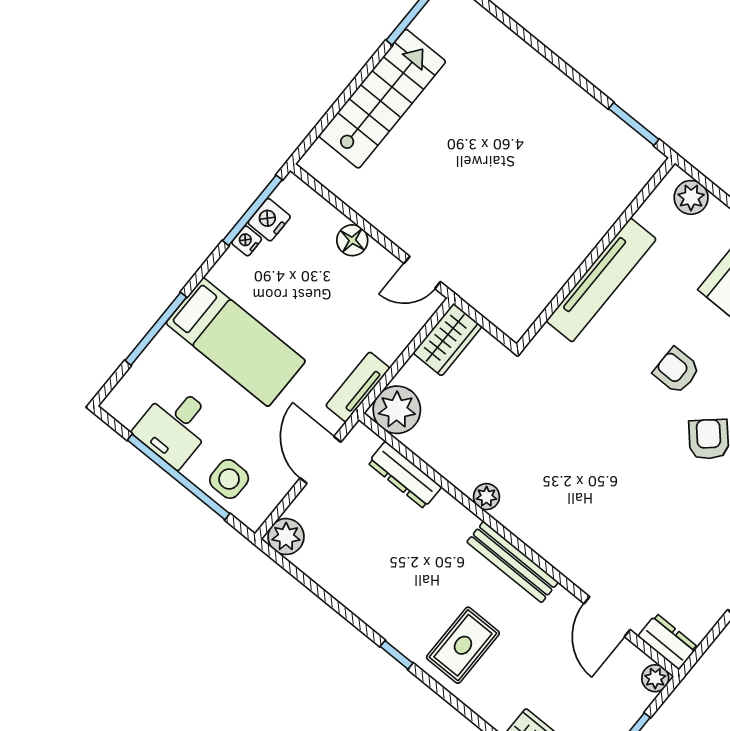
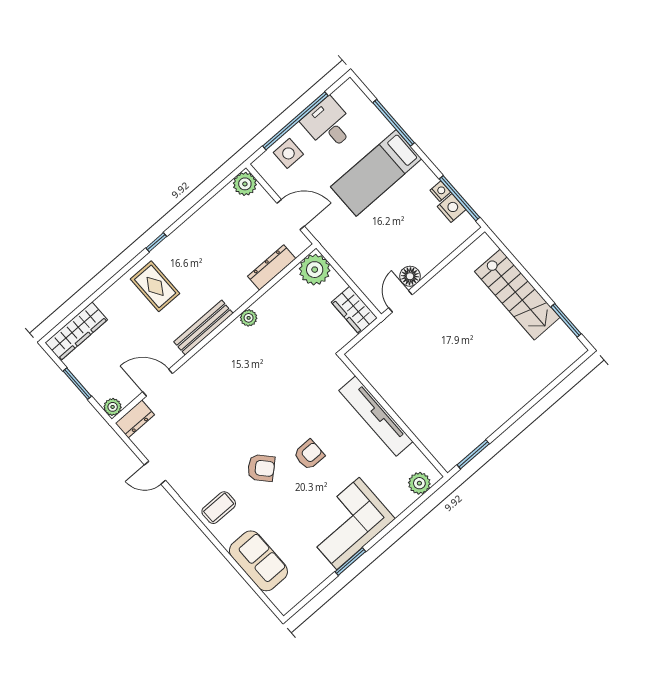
floor lamp: (352, 240) -> (410, 276), moved
tv unit: (358, 387) -> (334, 247), removed

